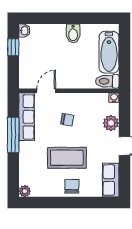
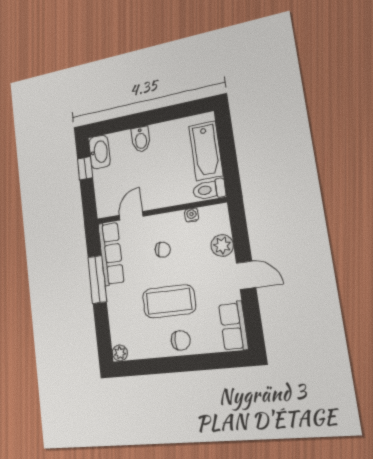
washbasin: (24, 31) -> (99, 152), width x1.91, depth x1.45
bidet: (73, 33) -> (141, 139), moved
water cooler: (114, 98) -> (192, 215), moved
chair: (72, 186) -> (181, 340), turned 90

